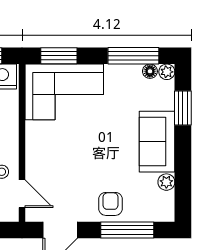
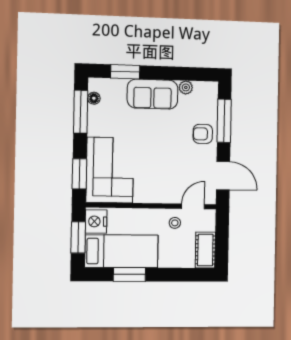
plant: (167, 72) -> (95, 84), removed

